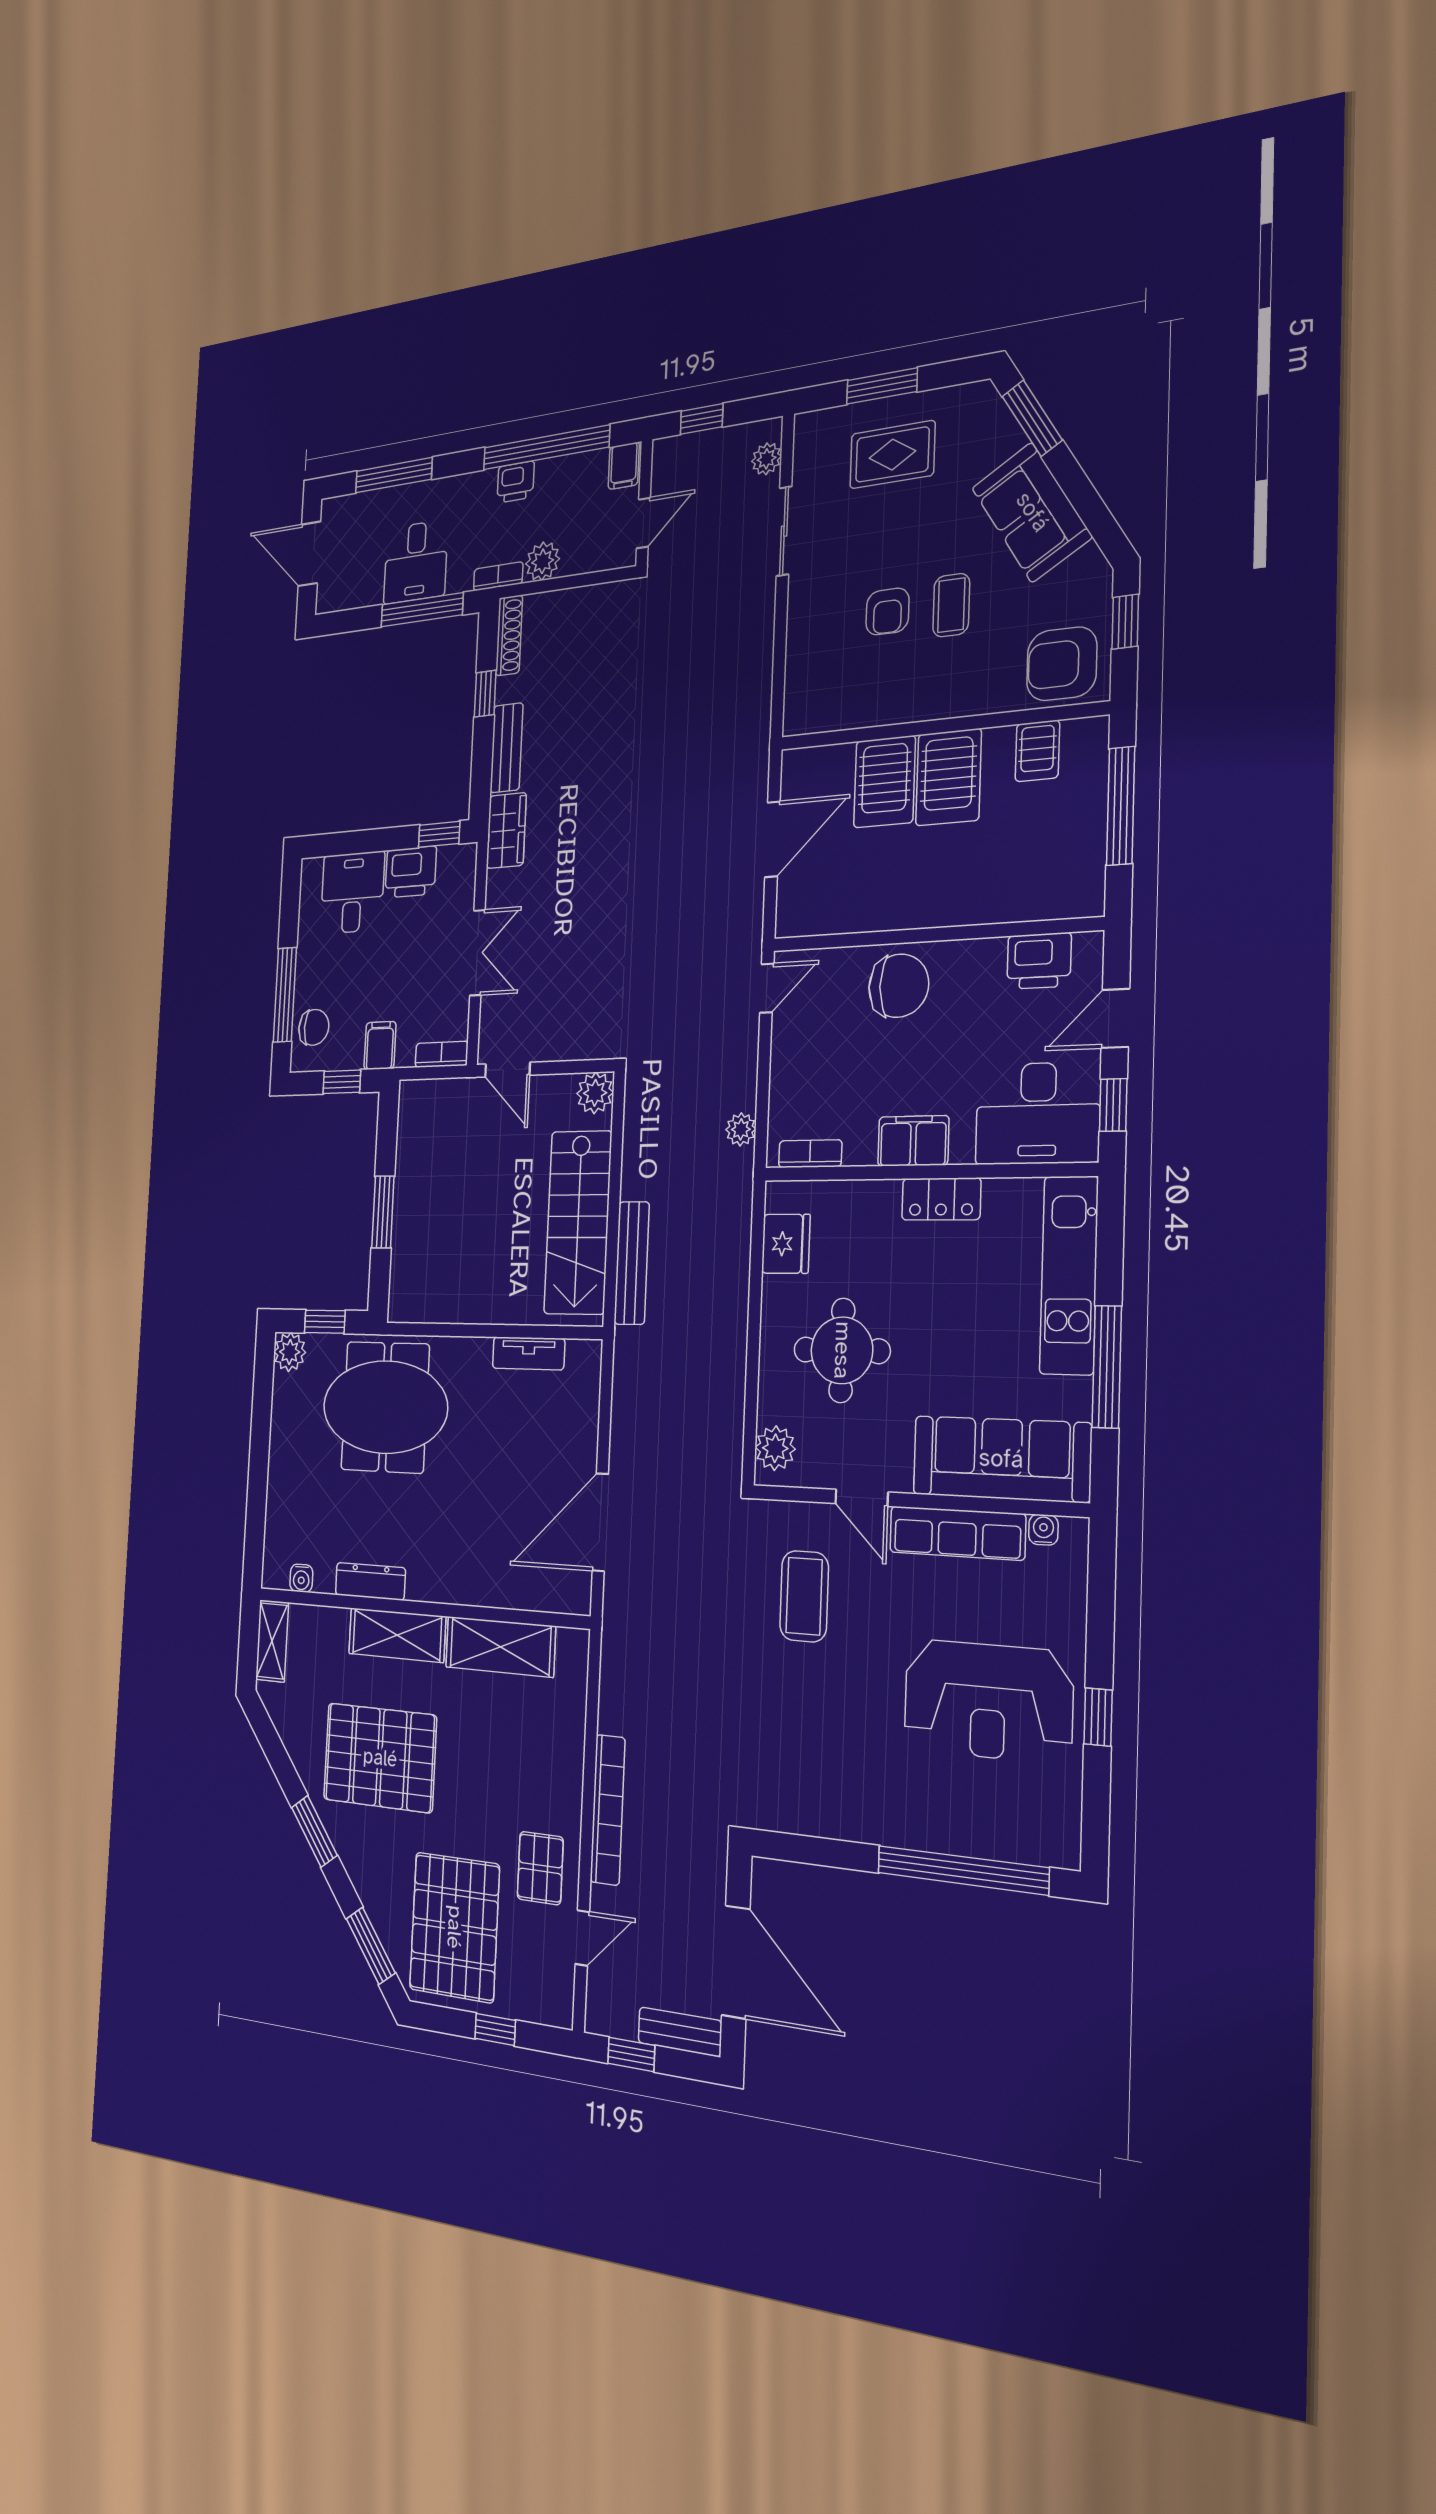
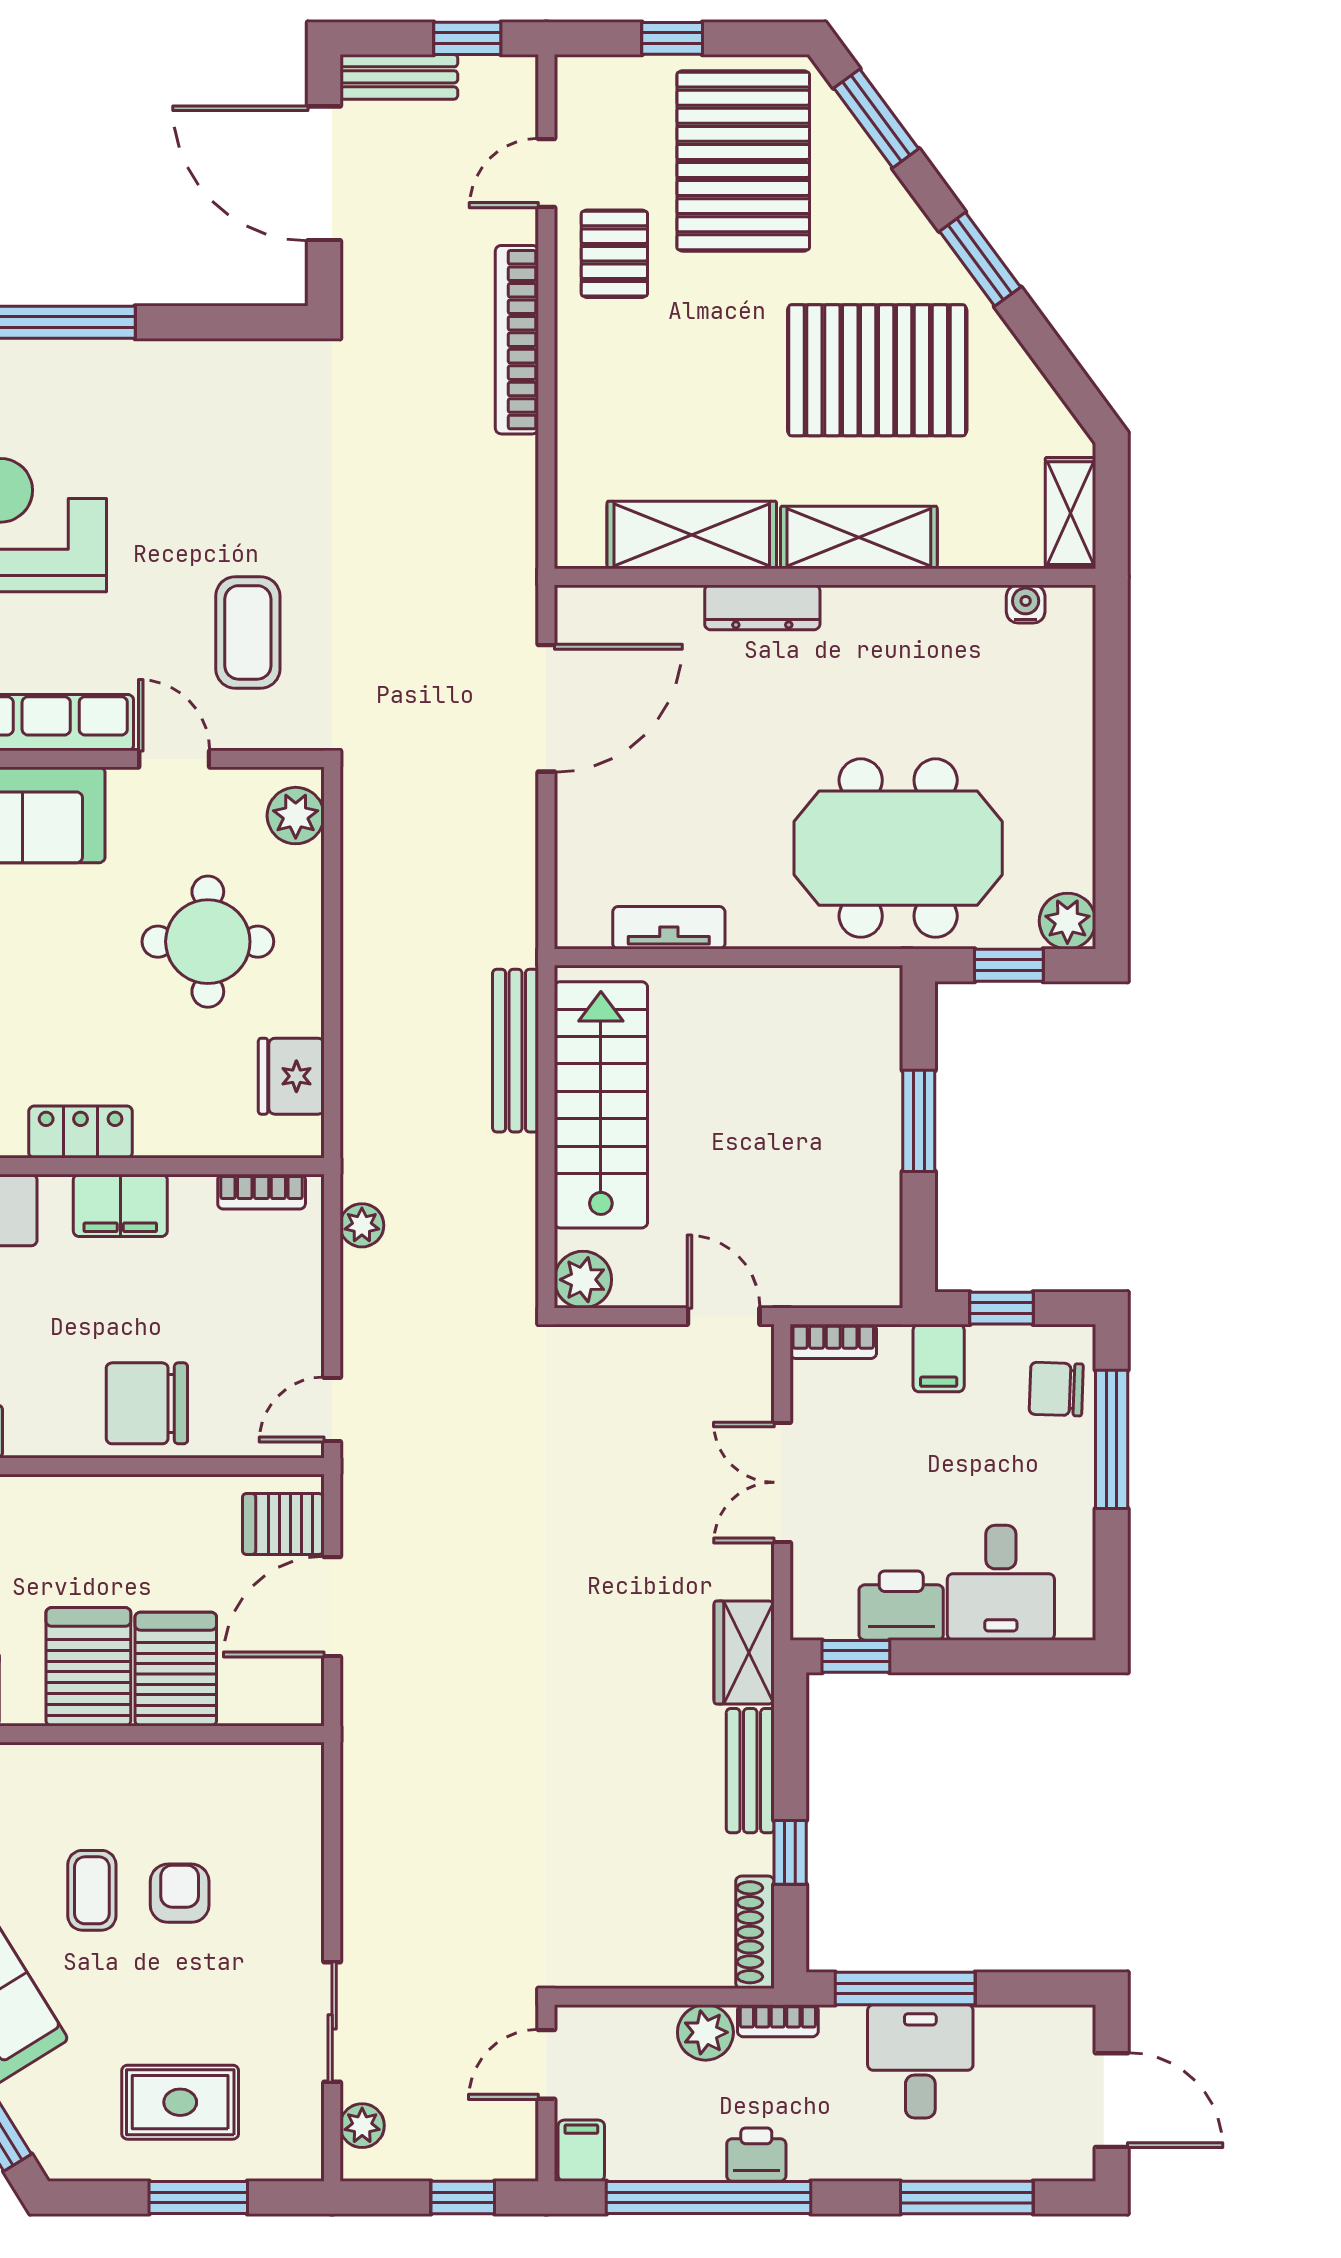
server rack: (804, 899) -> (283, 1524), added
dresser: (370, 1581) -> (762, 607), moved

